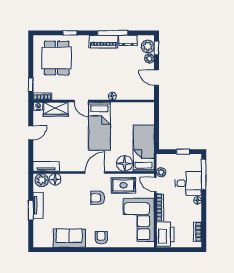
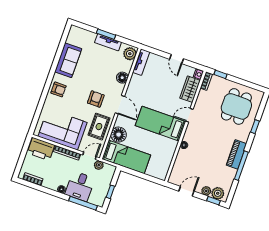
dresser: (128, 40) -> (230, 177), removed
dining table: (57, 58) -> (236, 106), turned 90
floor lamp: (55, 179) -> (122, 78), moved

